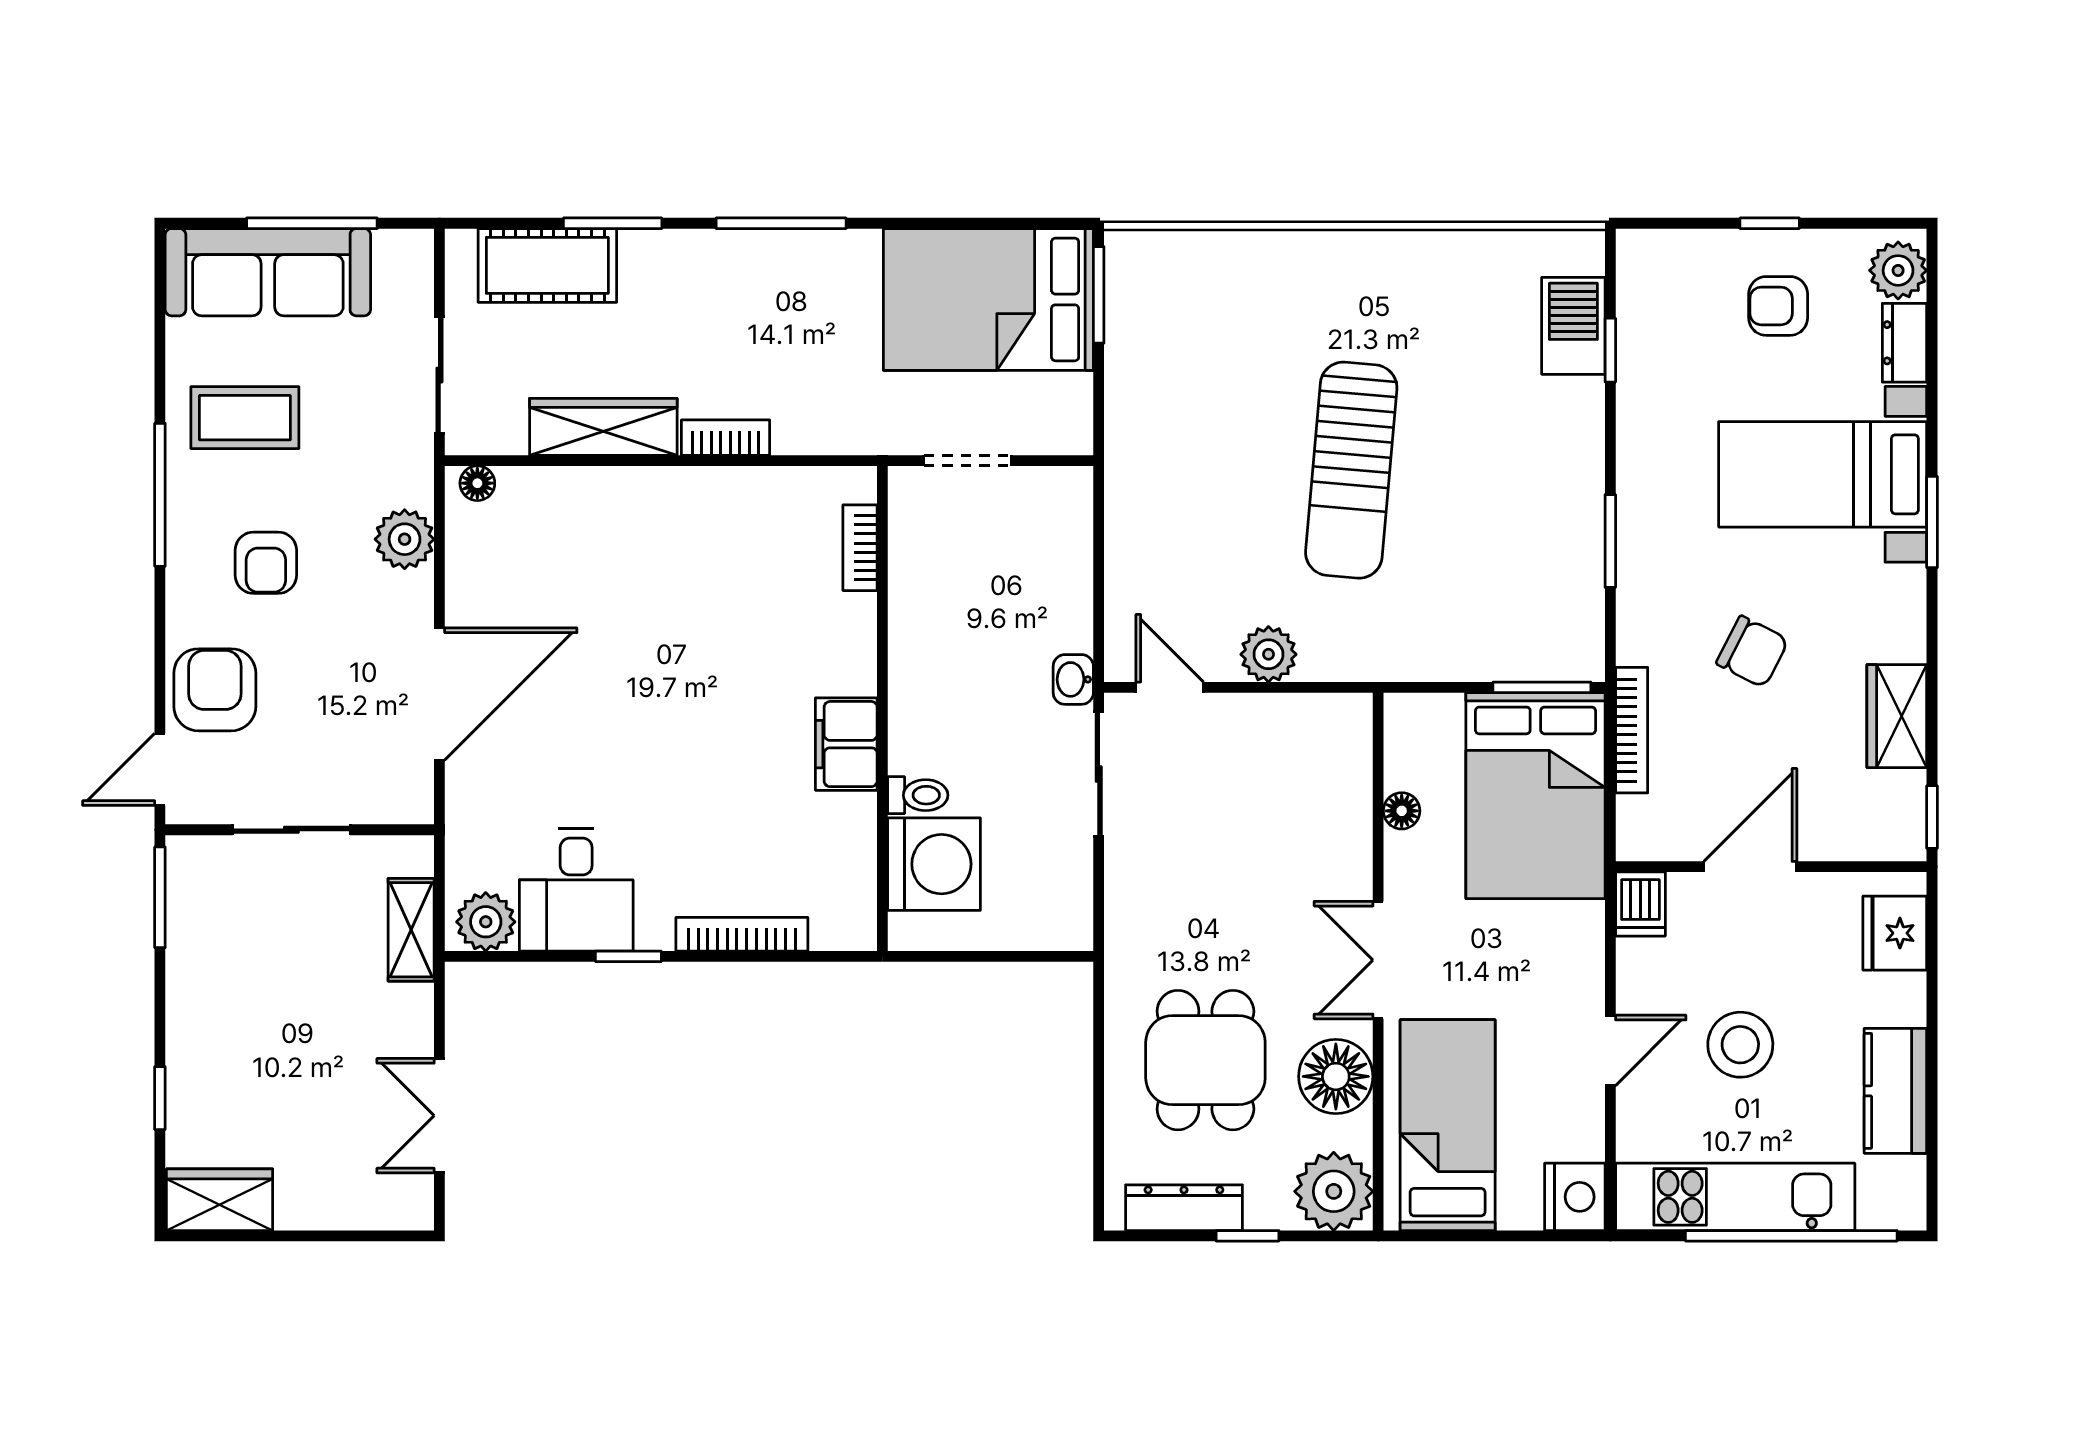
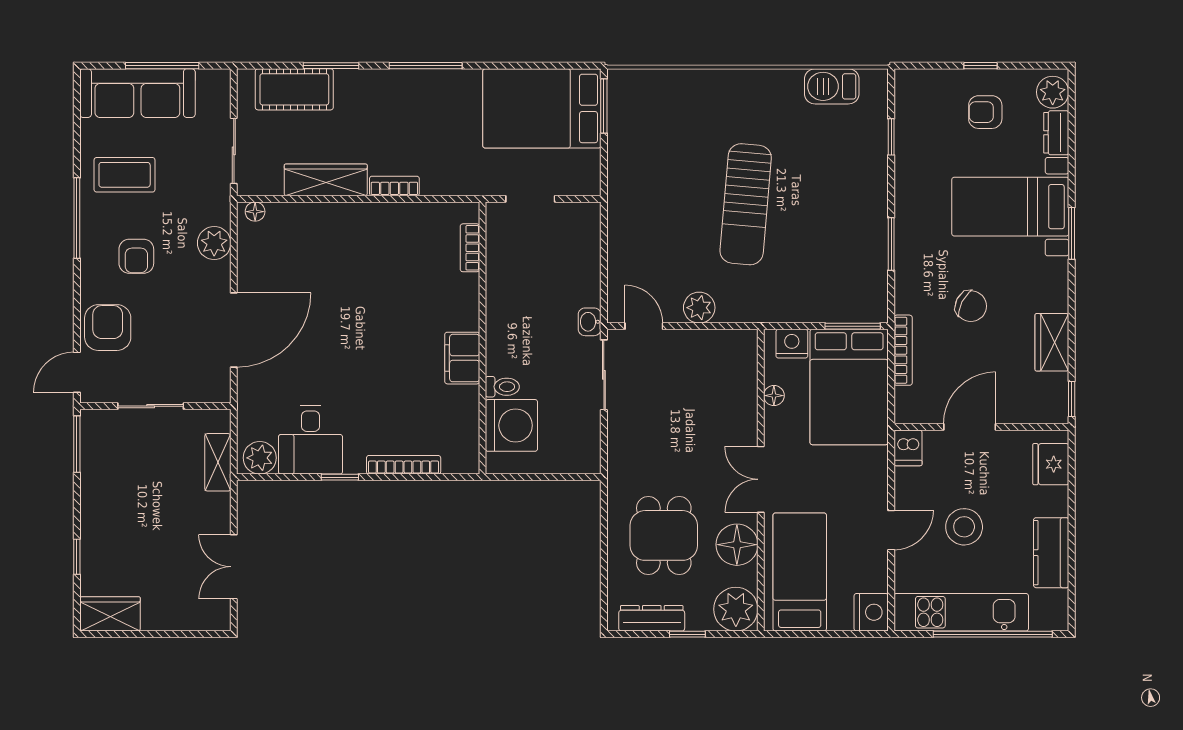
barbecue: (1573, 326) -> (832, 86), moved, turned -90
nightstand: (1434, 719) -> (792, 344), added

